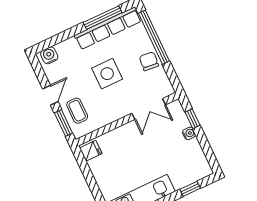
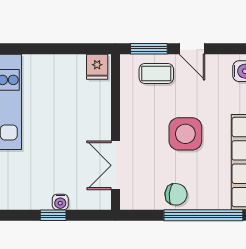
window: (192, 119) -> (53, 215), moved

